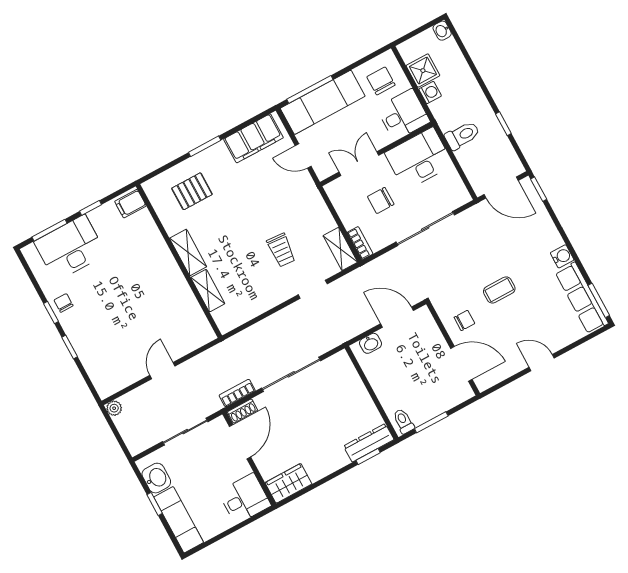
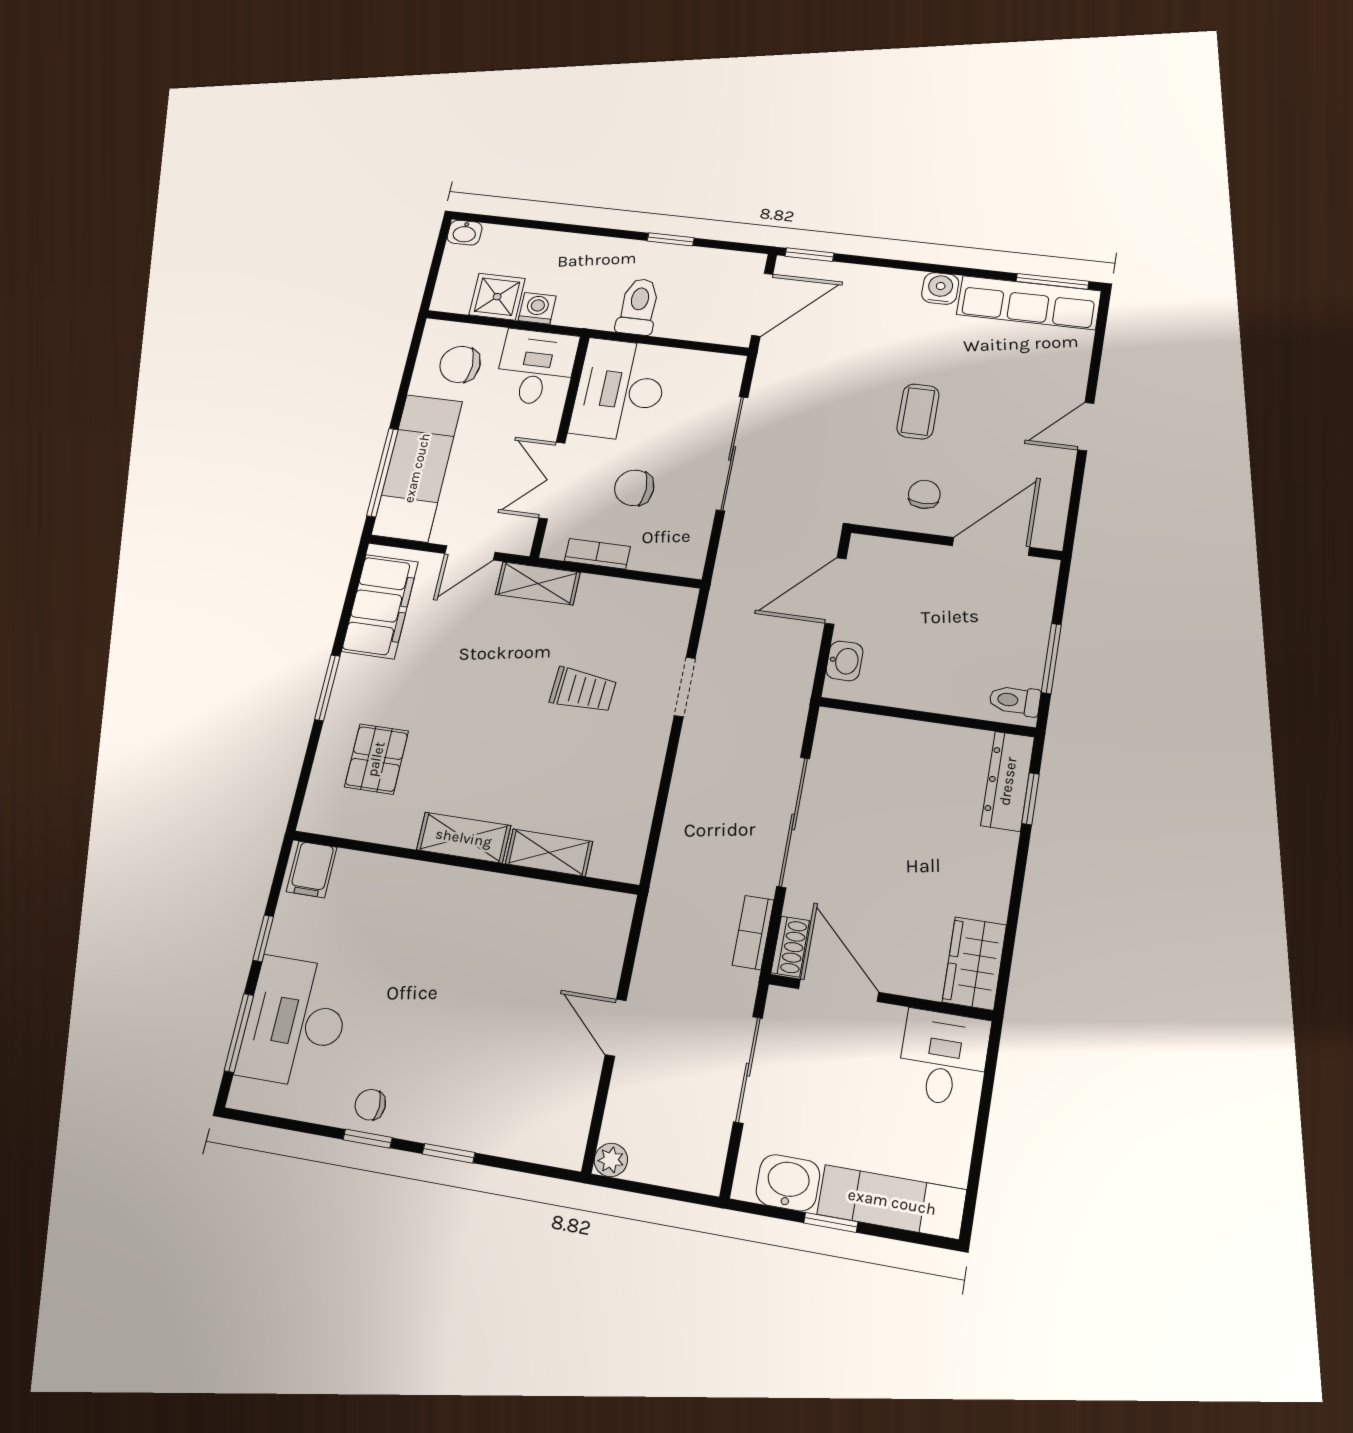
chair: (381, 200) -> (634, 488), turned 90
bookcase: (360, 243) -> (597, 554), moved
shelving: (340, 249) -> (538, 583), moved

